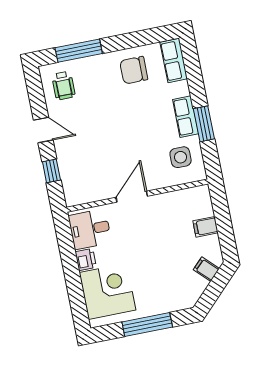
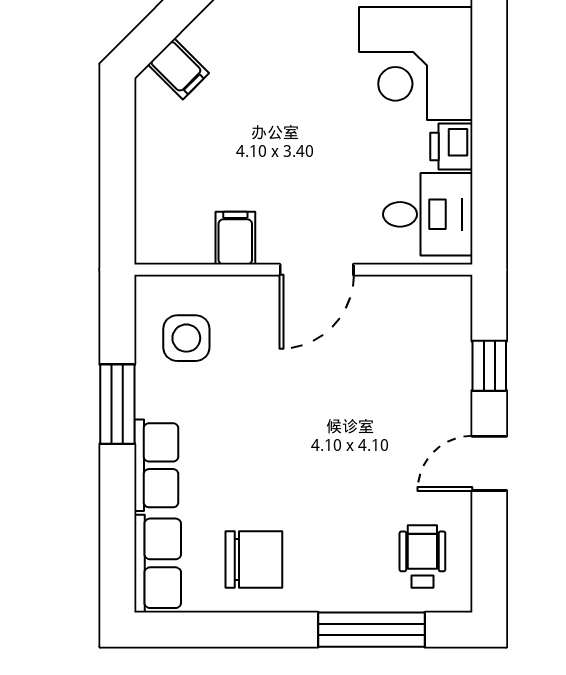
row of seats: (186, 117) -> (156, 465), moved
door: (43, 130) -> (489, 463), hinge flipped
filing cabinet: (206, 227) -> (235, 238), moved, turned -90

